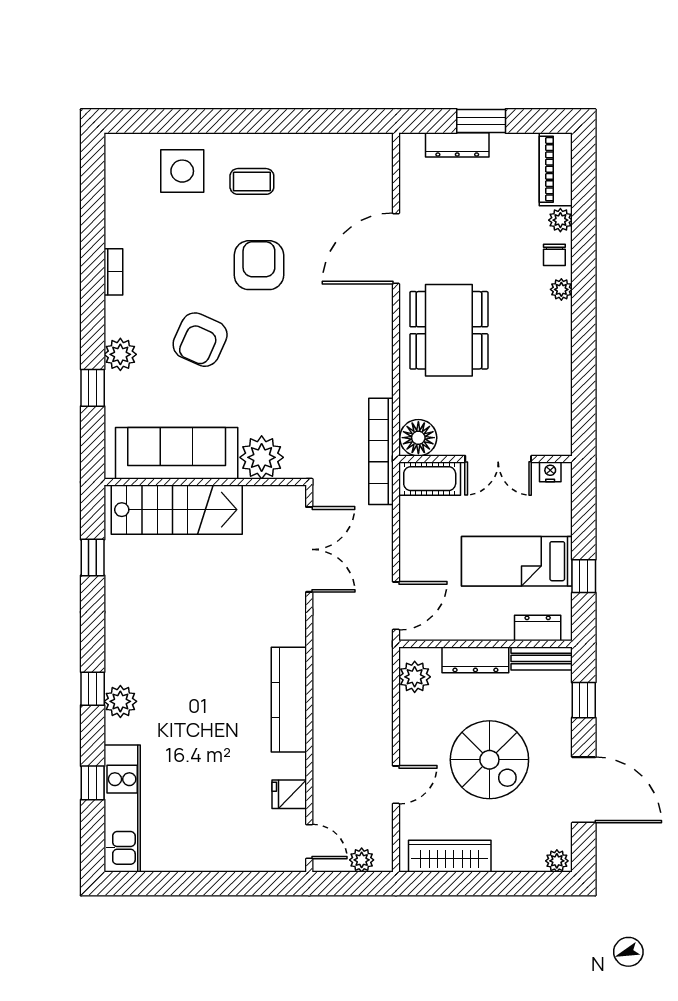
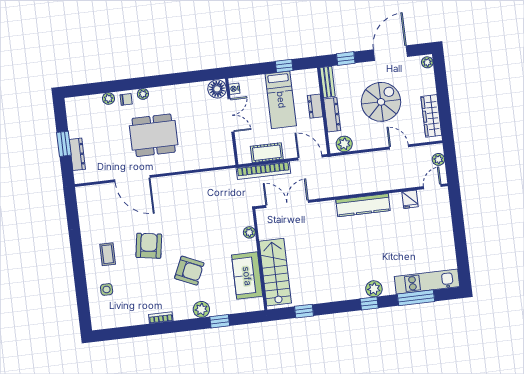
piano: (556, 169) -> (84, 104), removed
side table: (182, 171) -> (107, 289), width x0.54, depth x0.54
armchair: (259, 265) -> (149, 246), turned 99
dining table: (449, 330) -> (154, 135), moved
floor lamp: (418, 438) -> (217, 89), moved
bookcase: (381, 451) -> (263, 171), moved
sofa: (177, 453) -> (247, 276), width x0.73
plant: (262, 457) -> (249, 232), width x0.53, depth x0.53
cot: (430, 479) -> (267, 153), moved, turned 90
dresser: (538, 628) -> (315, 106), moved
window: (93, 783) -> (416, 298), width x2.17

